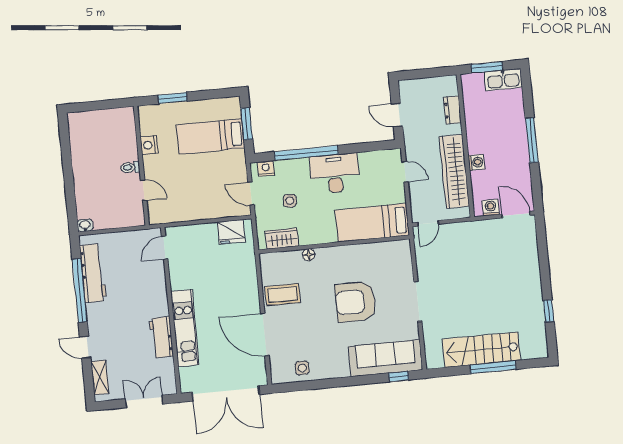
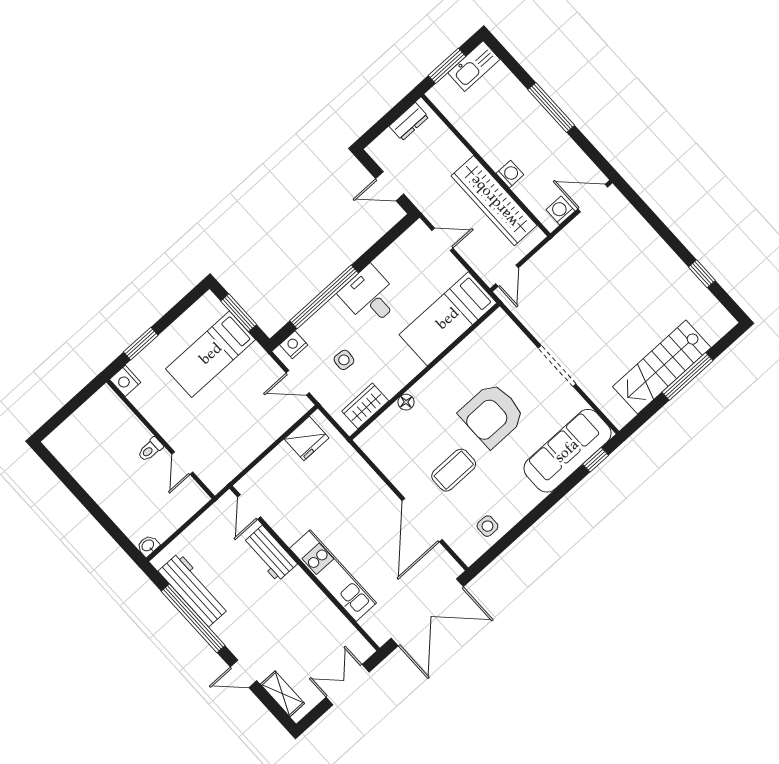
dresser: (452, 110) -> (409, 121), moved, turned -90
nightstand: (149, 145) -> (125, 381), moved
desk: (335, 173) -> (370, 296), width x0.73
door: (144, 190) -> (182, 463), swing flipped
coffee table: (283, 295) -> (454, 470), moved
door: (265, 335) -> (422, 520), hinge flipped
workbench: (161, 337) -> (270, 553), moved

